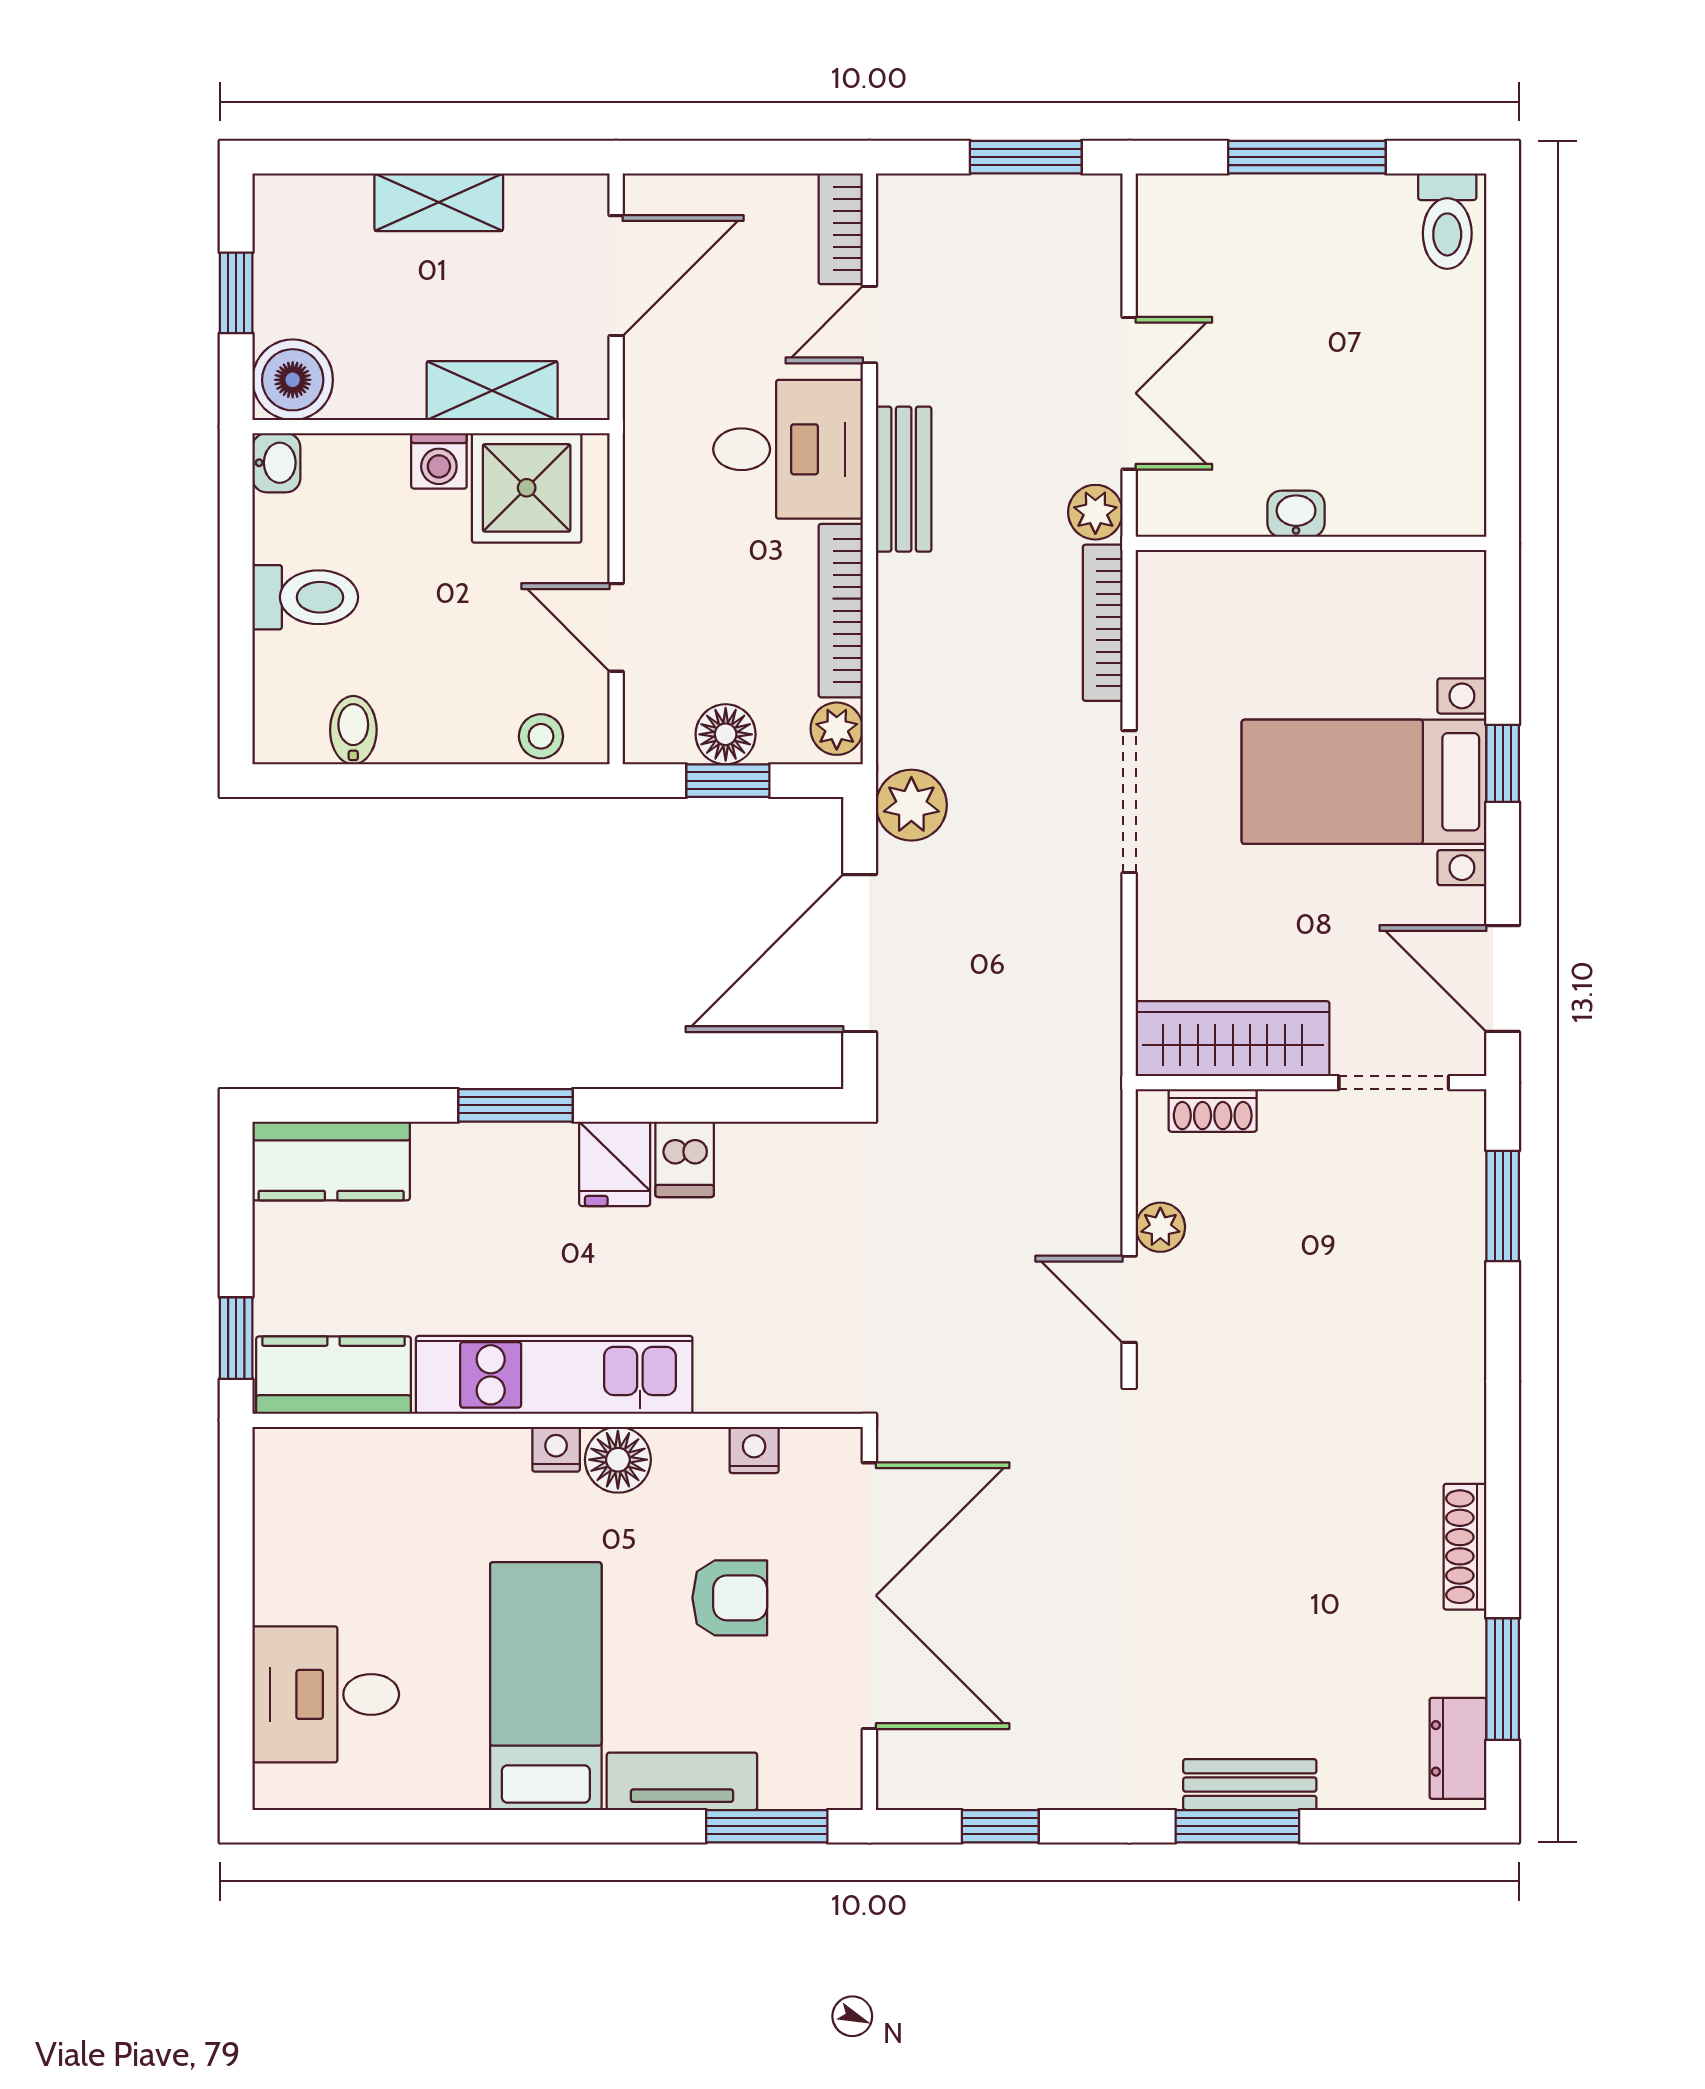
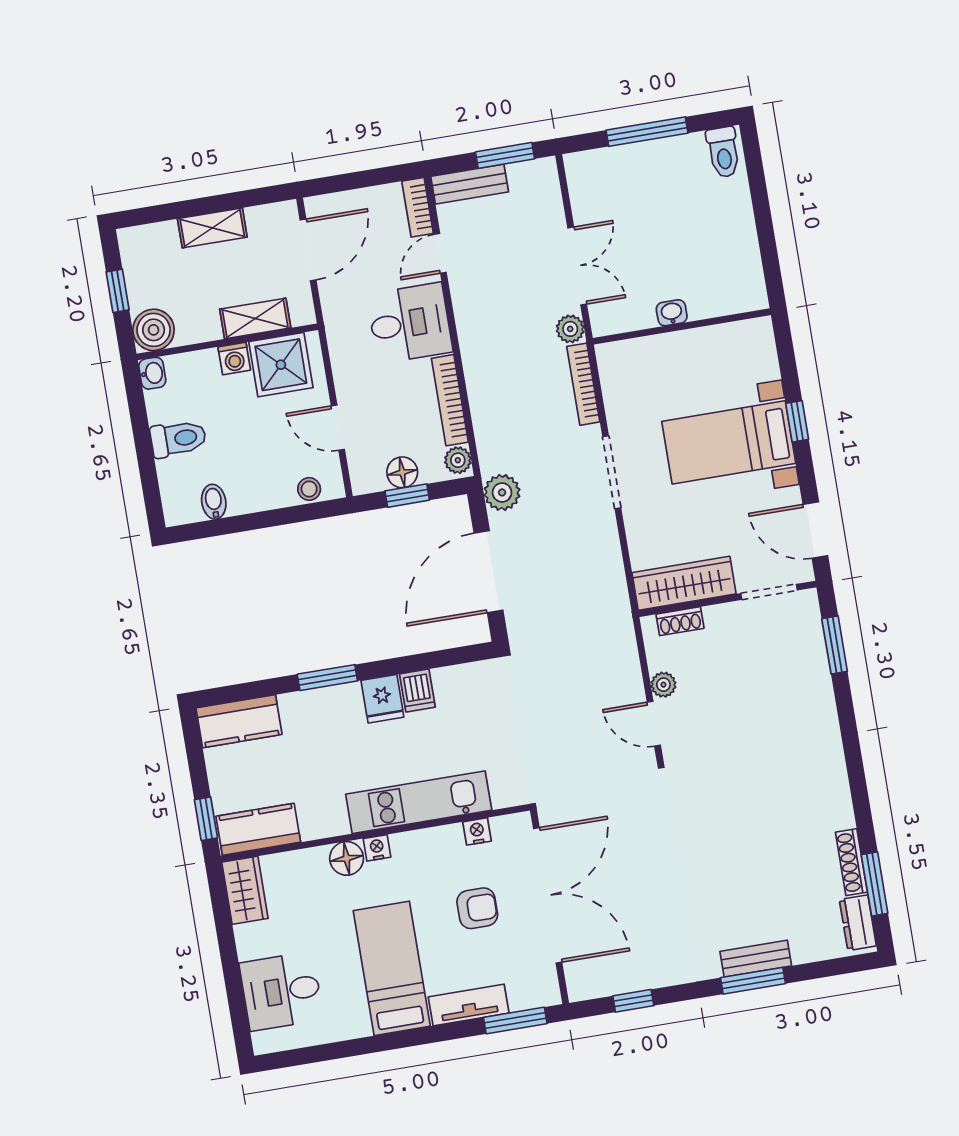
bench: (904, 479) -> (470, 184), moved, turned 90
kitchen unit: (554, 1375) -> (419, 802), moved
floor lamp: (618, 1460) -> (347, 858), moved
wardrobe: (288, 1488) -> (245, 890), added
shoe rack: (1465, 1547) -> (851, 862), moved

